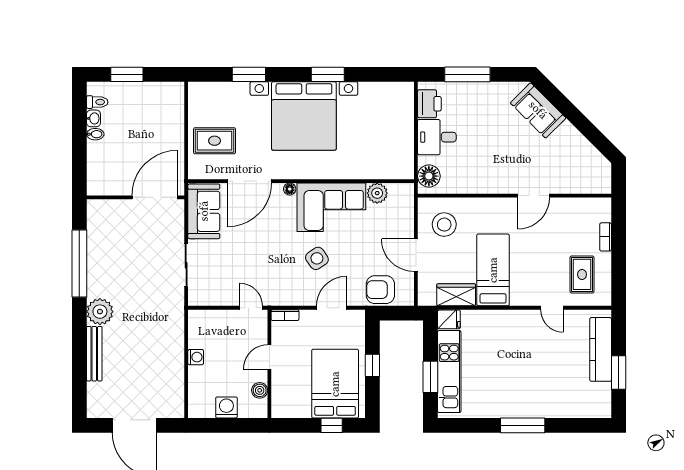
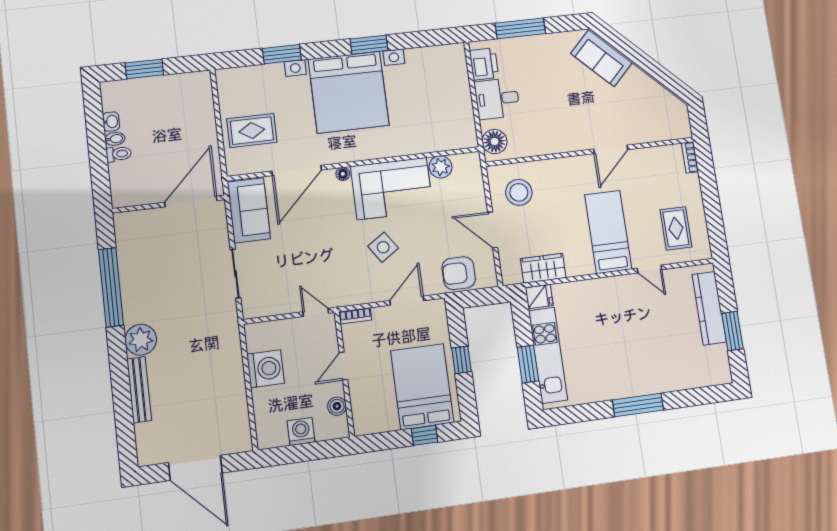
toilet: (97, 102) -> (119, 154), moved
bookcase: (606, 237) -> (690, 157), moved
bed: (493, 270) -> (608, 232), moved
washing machine: (196, 357) -> (266, 369), width x1.89, depth x1.89

